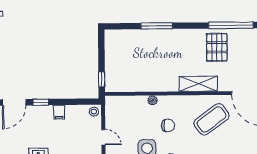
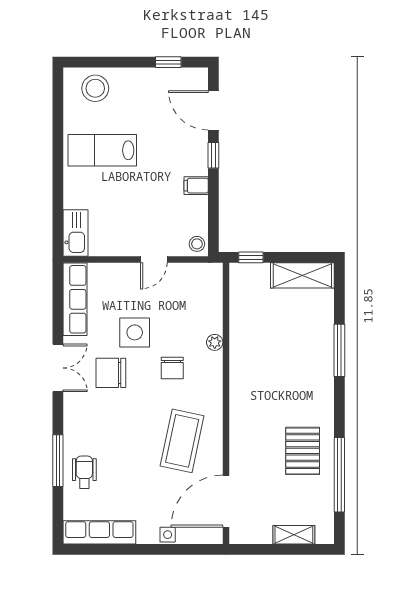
pallet: (217, 47) -> (303, 451), turned 90
shelving: (198, 84) -> (302, 275), moved, turned 90
coffee table: (212, 119) -> (182, 441), turned 48

